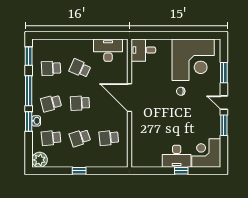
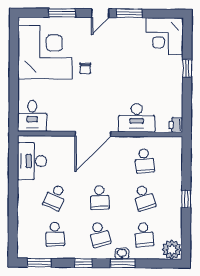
window: (29, 91) -> (83, 263), width x0.46
desk: (177, 156) -> (137, 118), moved, turned 90
printer: (137, 162) -> (176, 125), added

